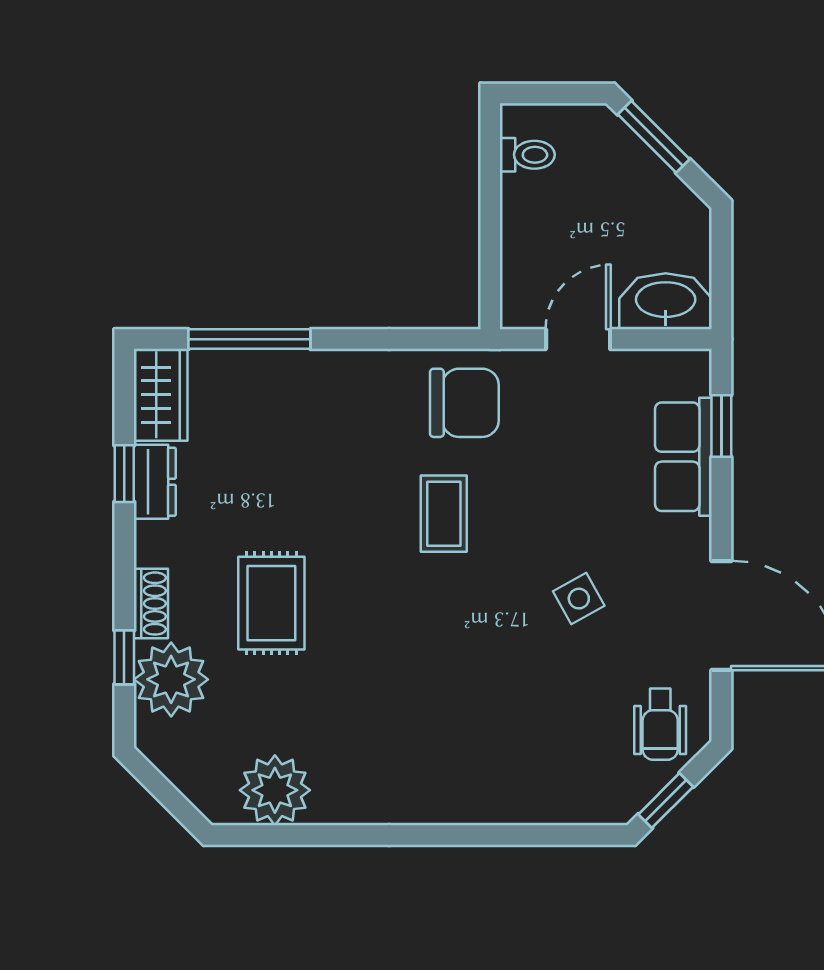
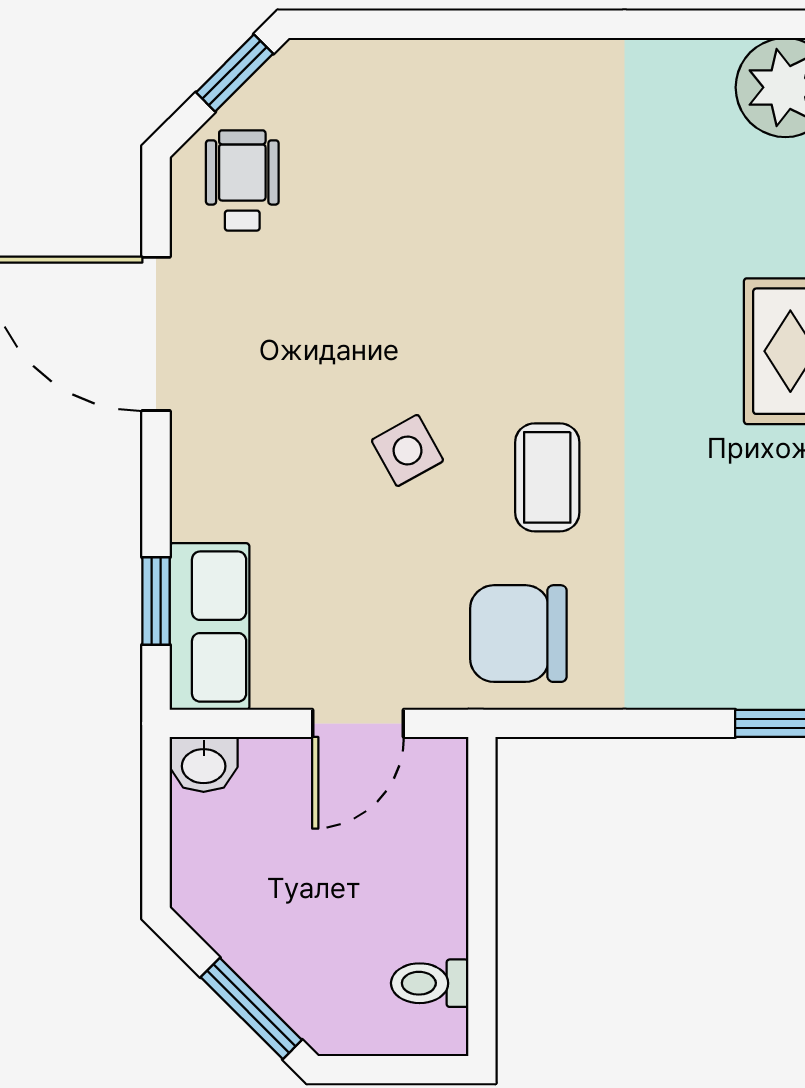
washbasin: (666, 301) -> (204, 764), width x0.52, depth x0.69
row of seats: (683, 457) -> (209, 627), moved
side table: (579, 599) -> (407, 450), moved

